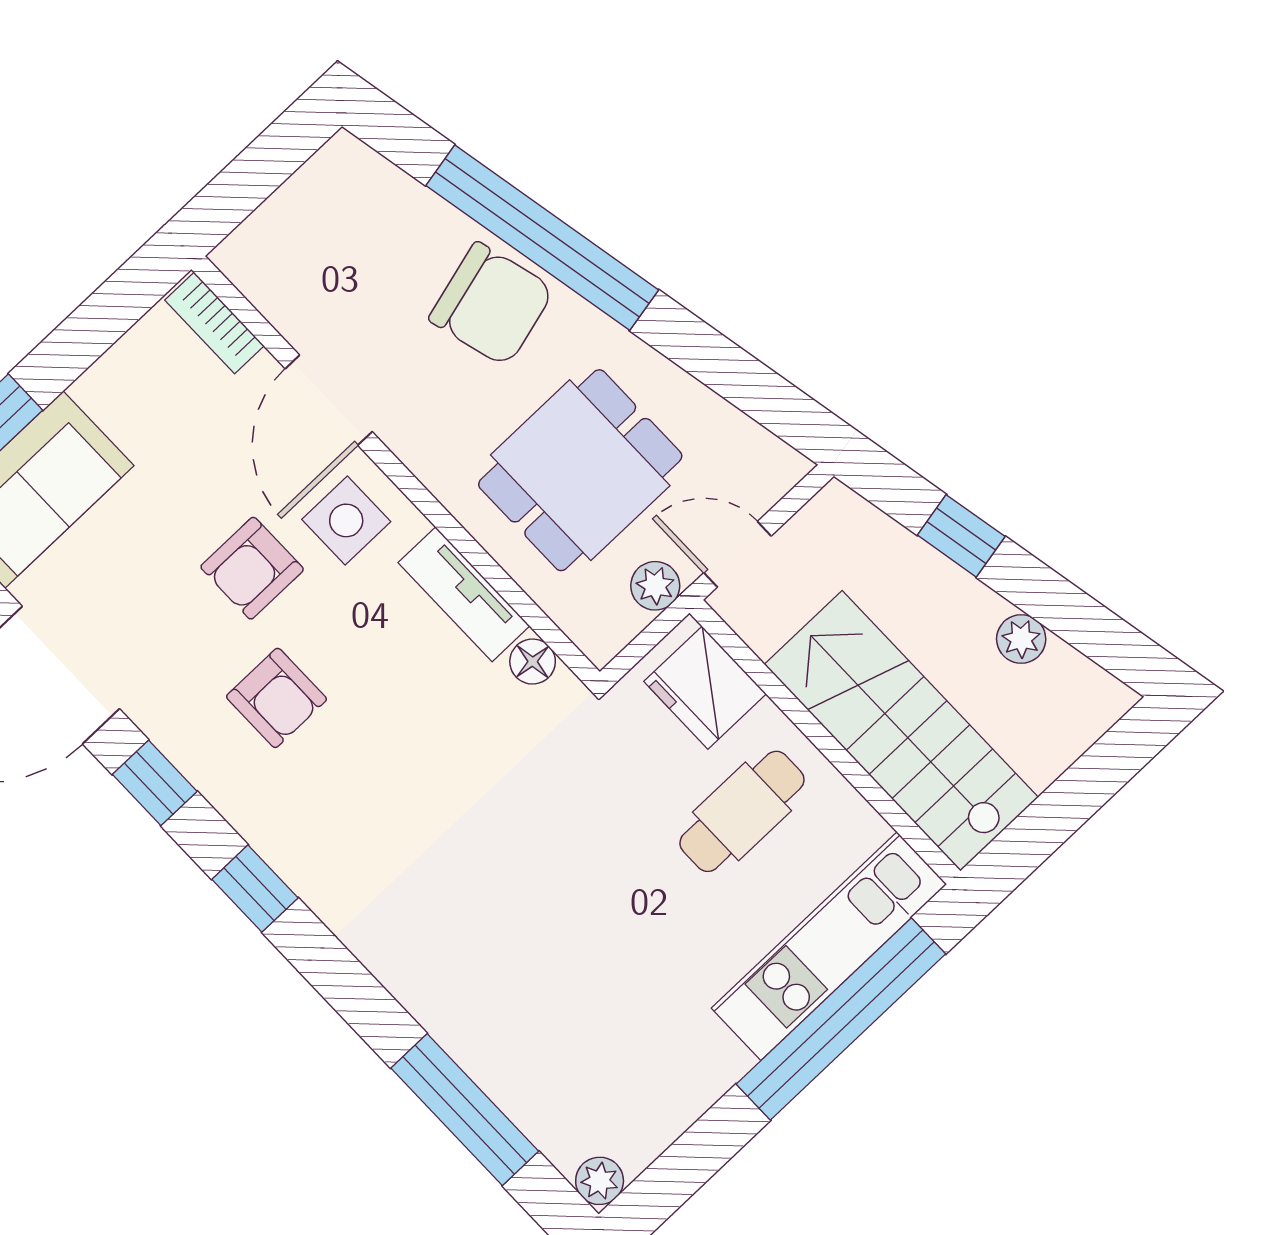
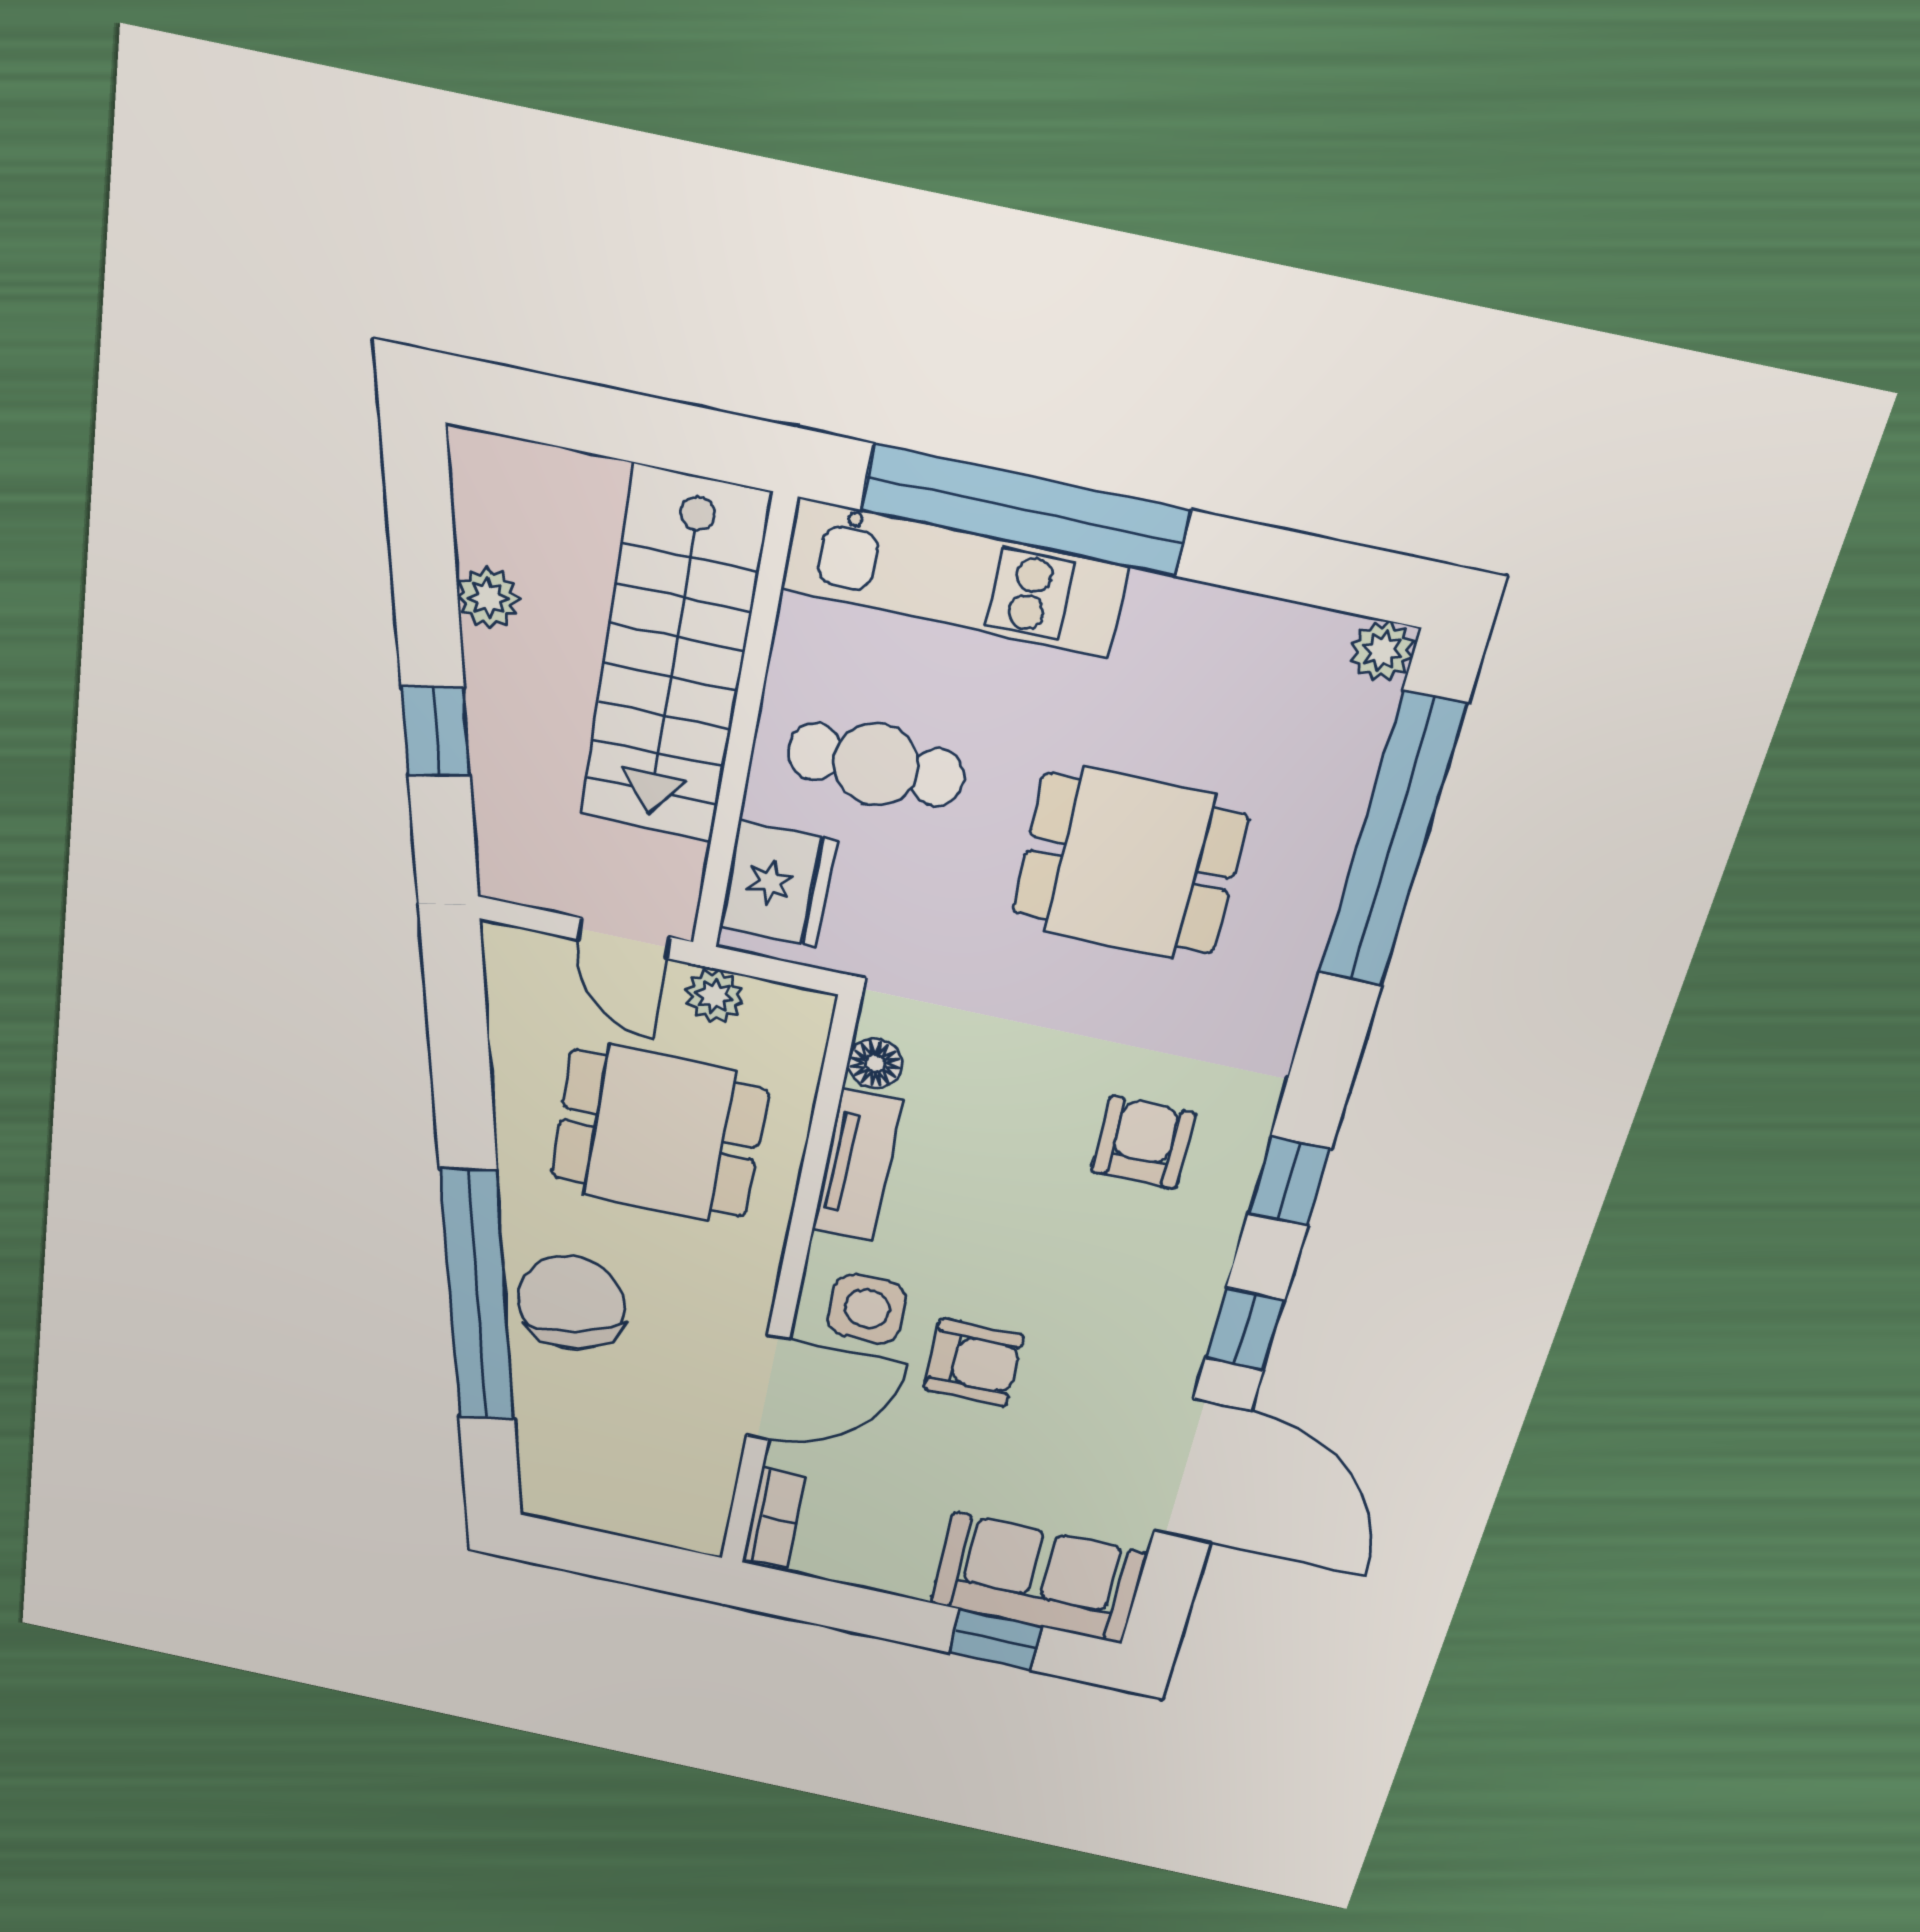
armchair: (276, 698) -> (1143, 1143), moved
dining table: (562, 931) -> (1129, 864), added
window: (465, 1110) -> (1392, 842), width x1.46

